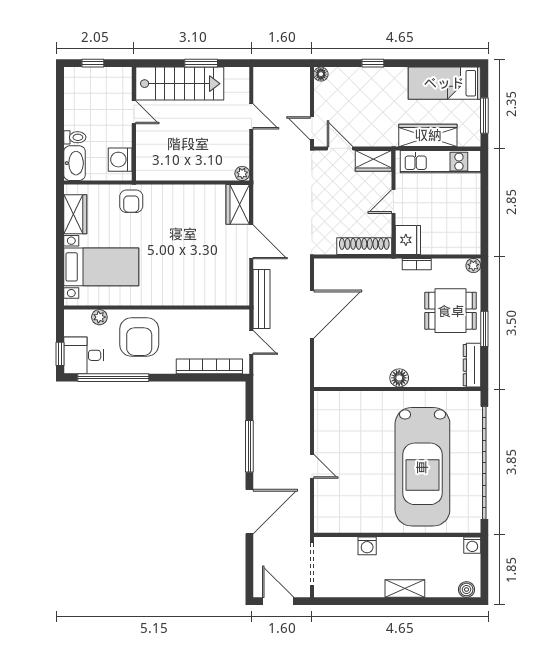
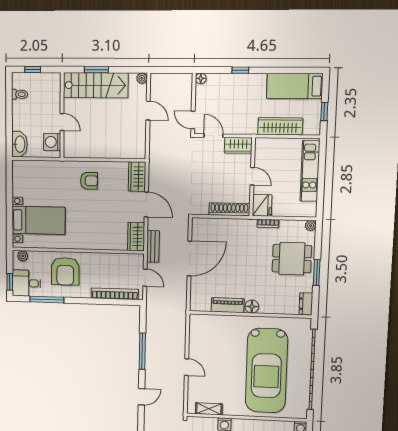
window: (201, 63) -> (96, 70), moved
door: (134, 112) -> (62, 122), moved
window: (484, 116) -> (324, 111), width x0.67
toilet: (75, 137) -> (20, 94), moved
kitchen unit: (441, 162) -> (310, 171), moved, turned 90
plant: (242, 173) -> (142, 78), moved
armchair: (131, 201) -> (89, 181), moved, turned -90
door: (393, 201) -> (252, 176), swing flipped
wardrobe: (75, 214) -> (136, 237), moved, turned 180
bench: (262, 299) -> (153, 246), width x0.73
plant: (99, 317) -> (23, 256), moved
dresser: (472, 365) -> (306, 304), width x0.70
piano: (366, 377) -> (228, 305), added
window: (113, 378) -> (47, 300), width x0.68
door: (249, 512) -> (141, 397), width x0.53
shelving: (345, 525) -> (209, 409), added

